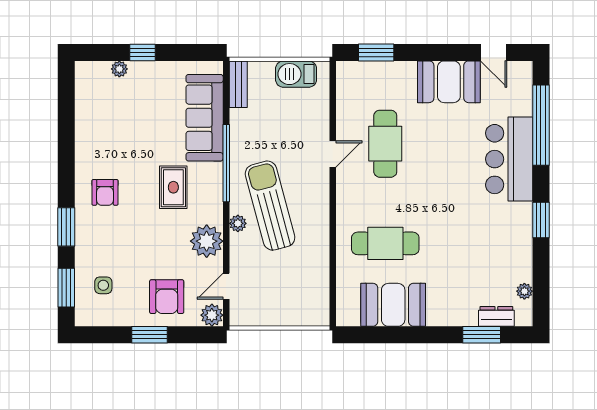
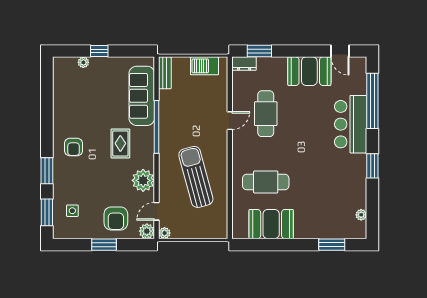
sun lounger: (270, 206) -> (196, 177), moved
plant: (238, 223) -> (165, 233), moved
dresser: (496, 316) -> (244, 64), moved, turned 180

